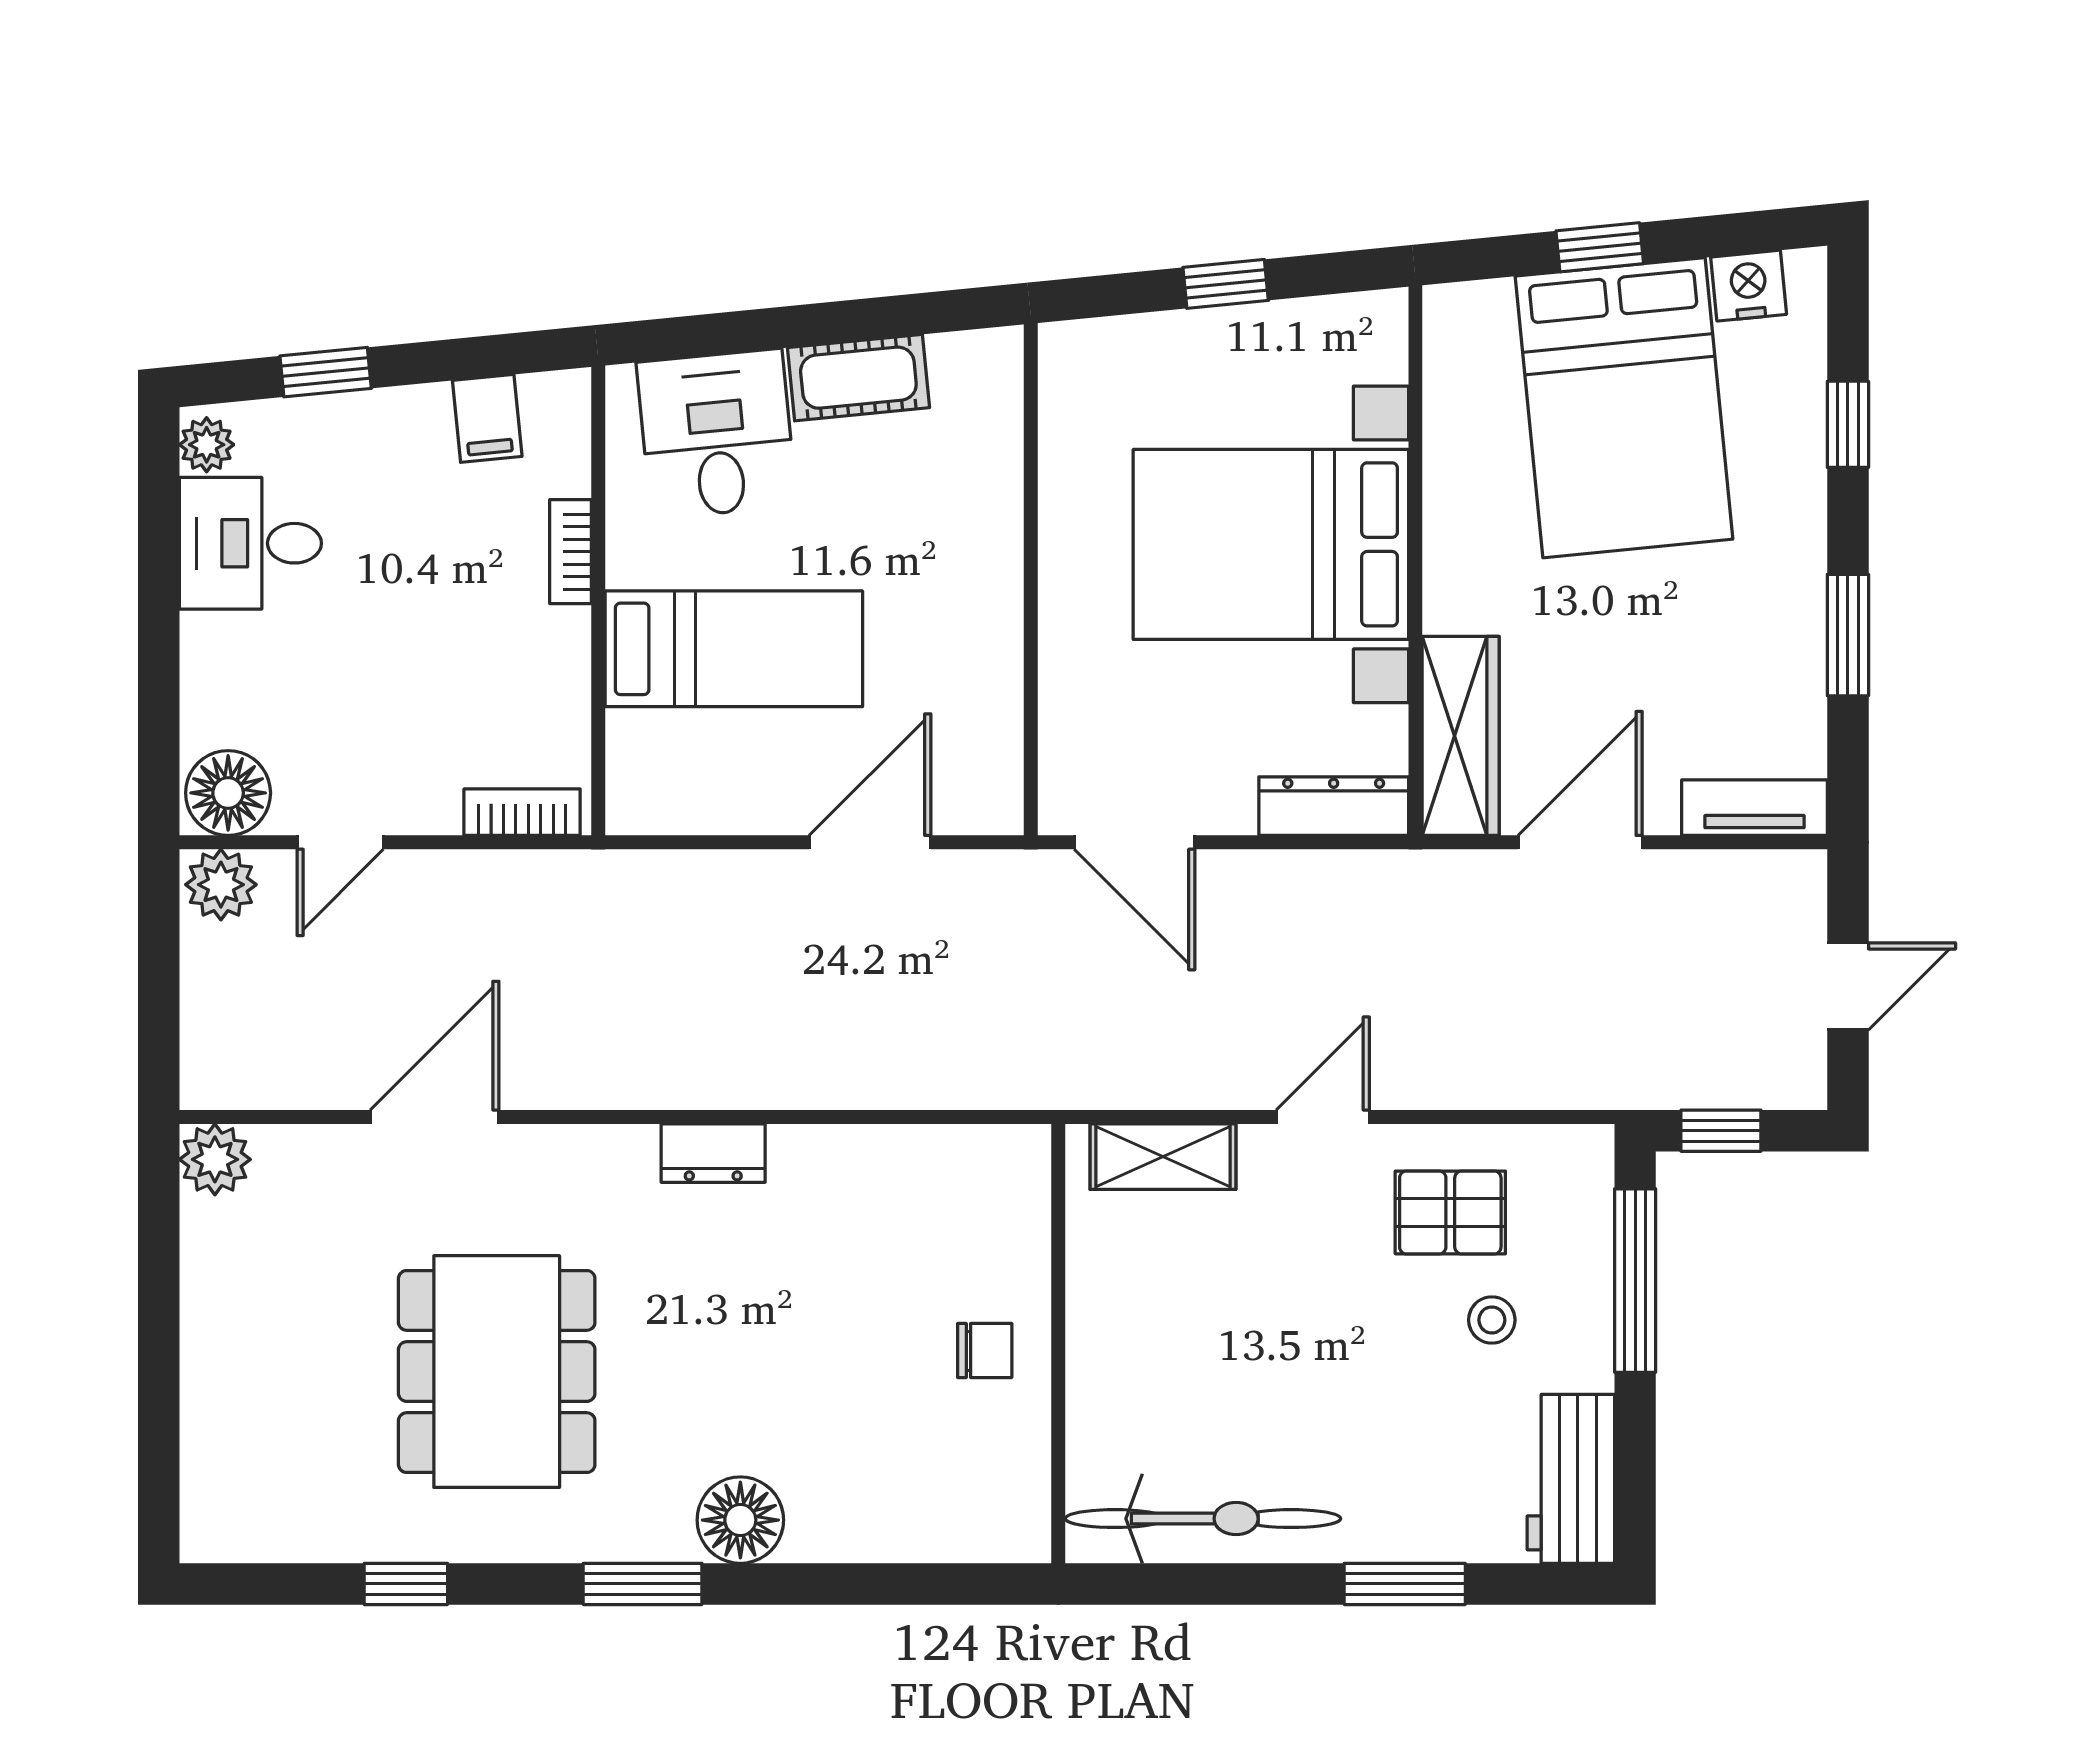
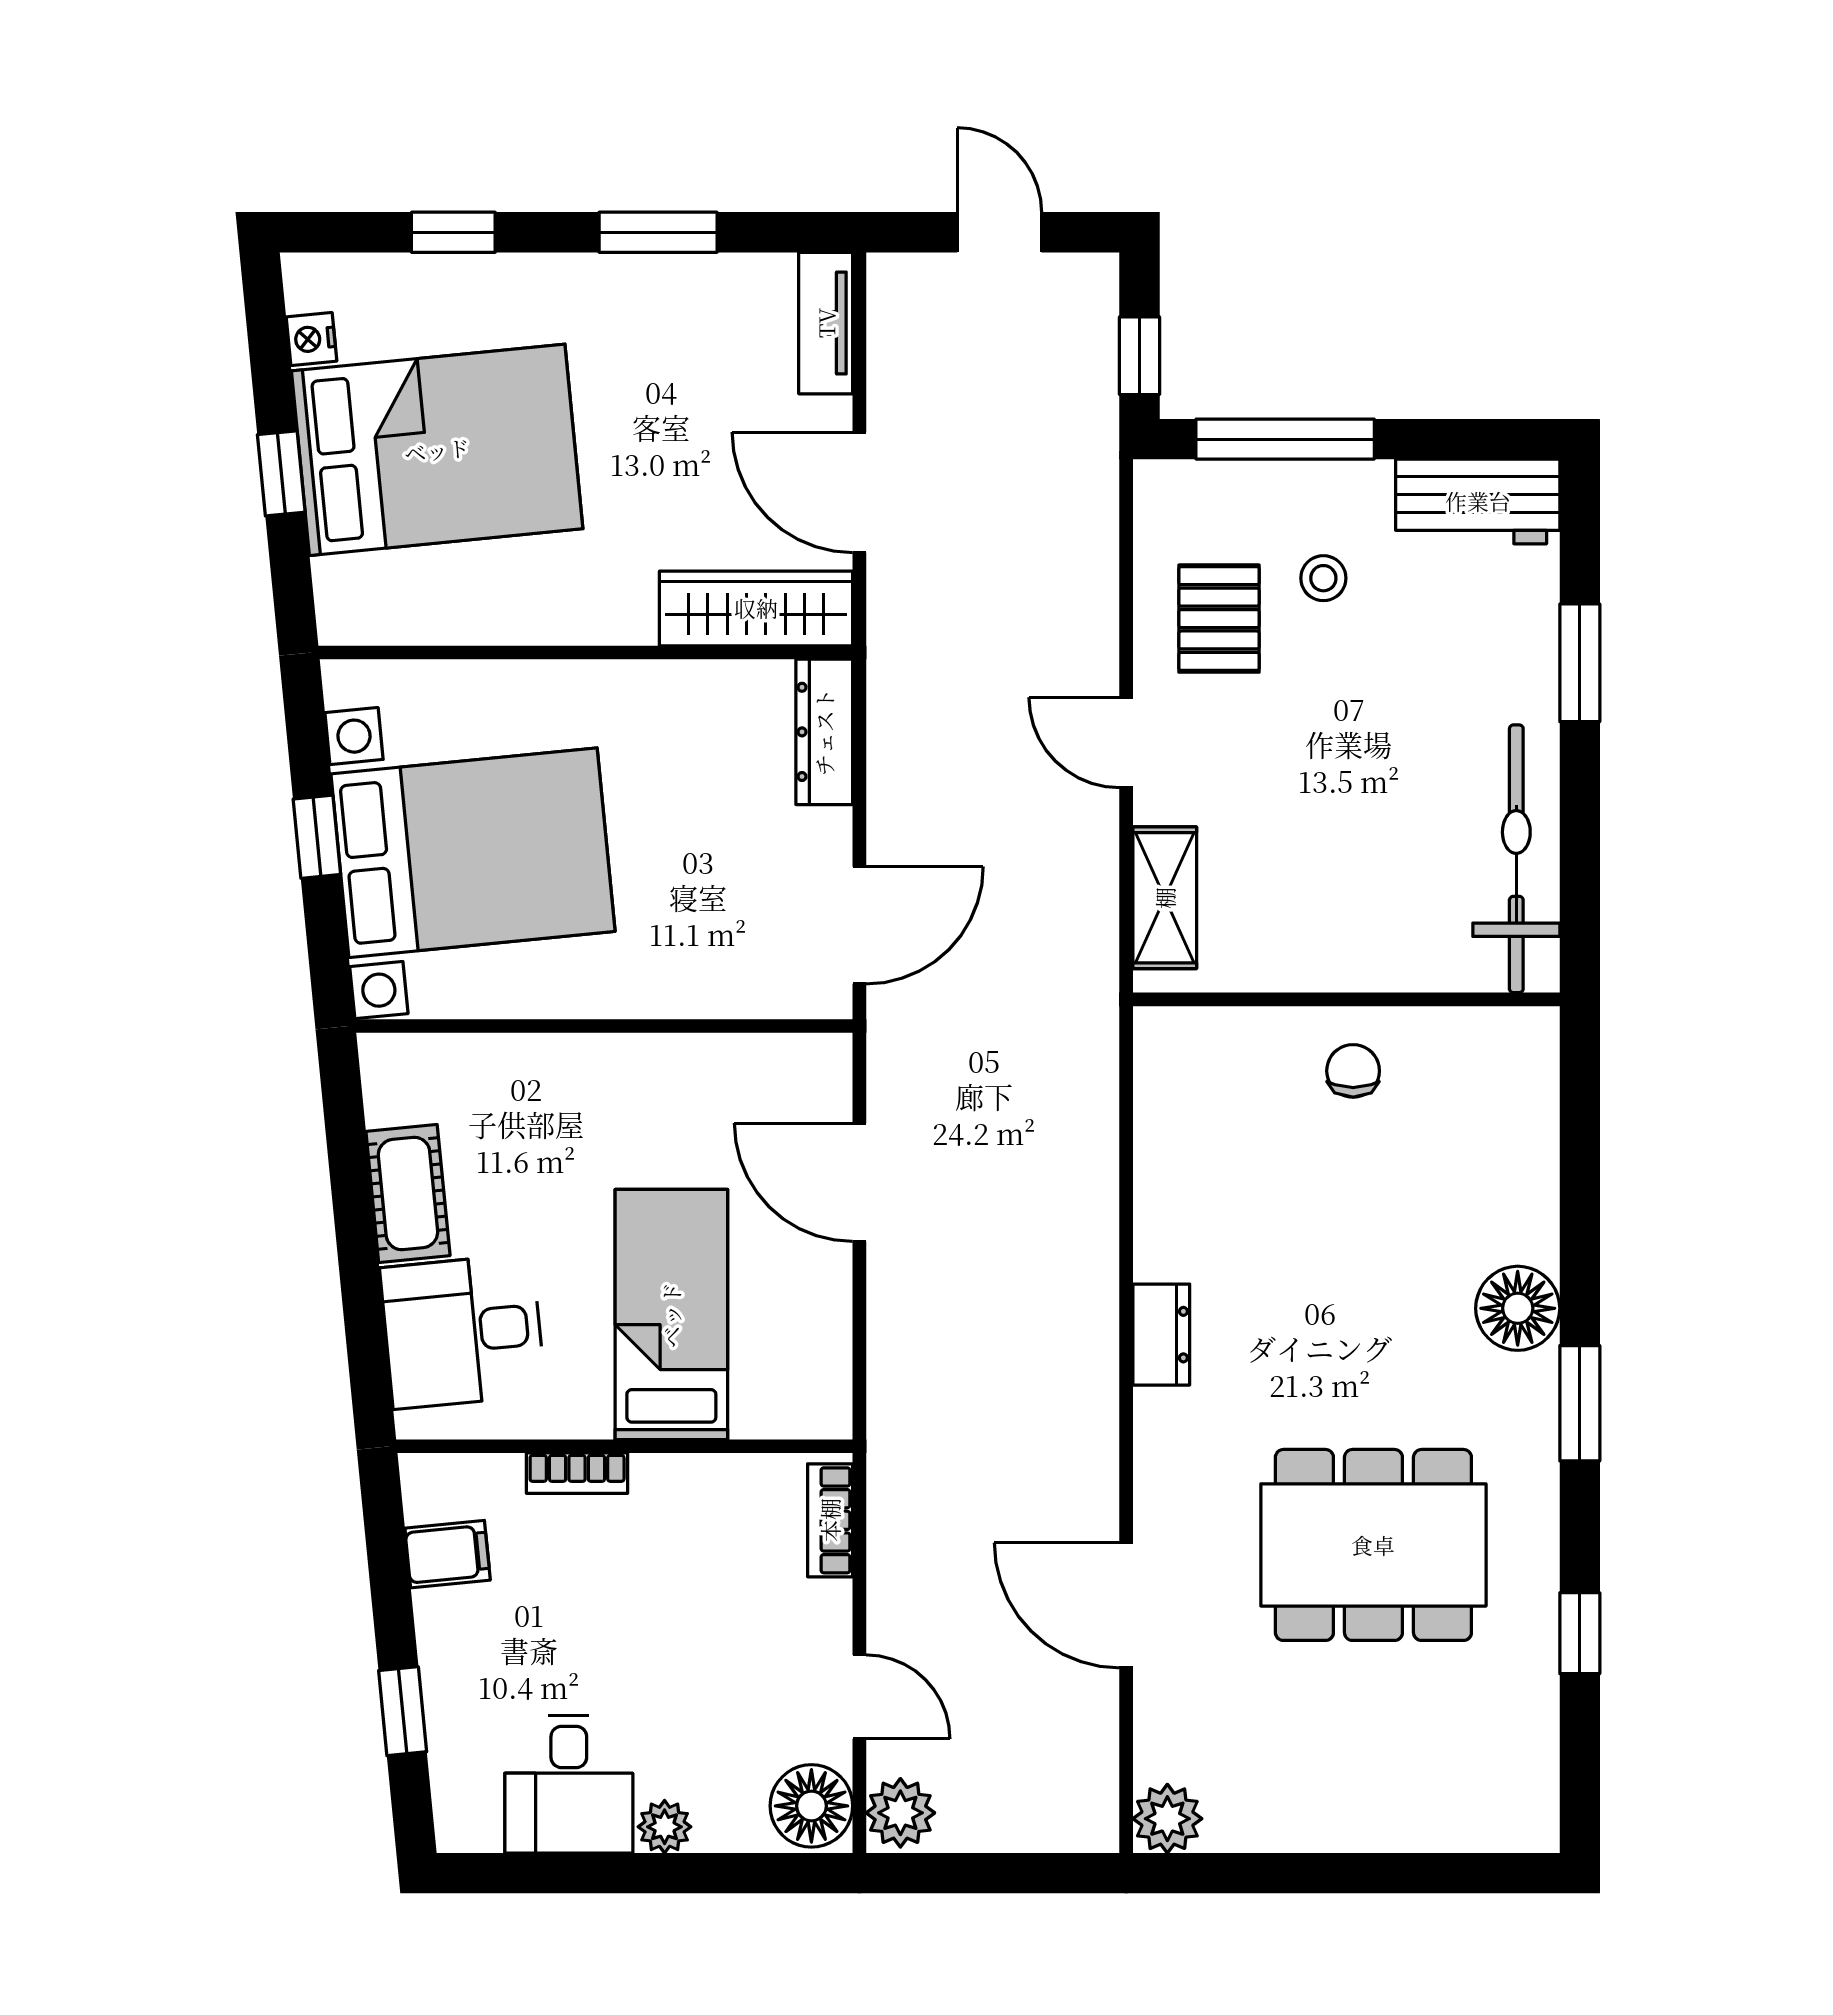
nightstand: (1749, 286) -> (311, 339), width x0.72, depth x0.74
plant: (207, 445) -> (665, 1827), moved
bed with nightstands: (1271, 544) -> (473, 853), moved, turned -96

